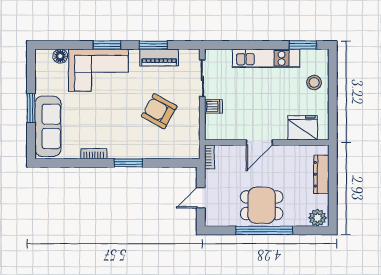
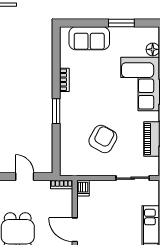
dishwasher: (213, 106) -> (83, 188), moved
window: (31, 108) -> (121, 23), moved
sofa: (48, 126) -> (89, 38), width x0.73

